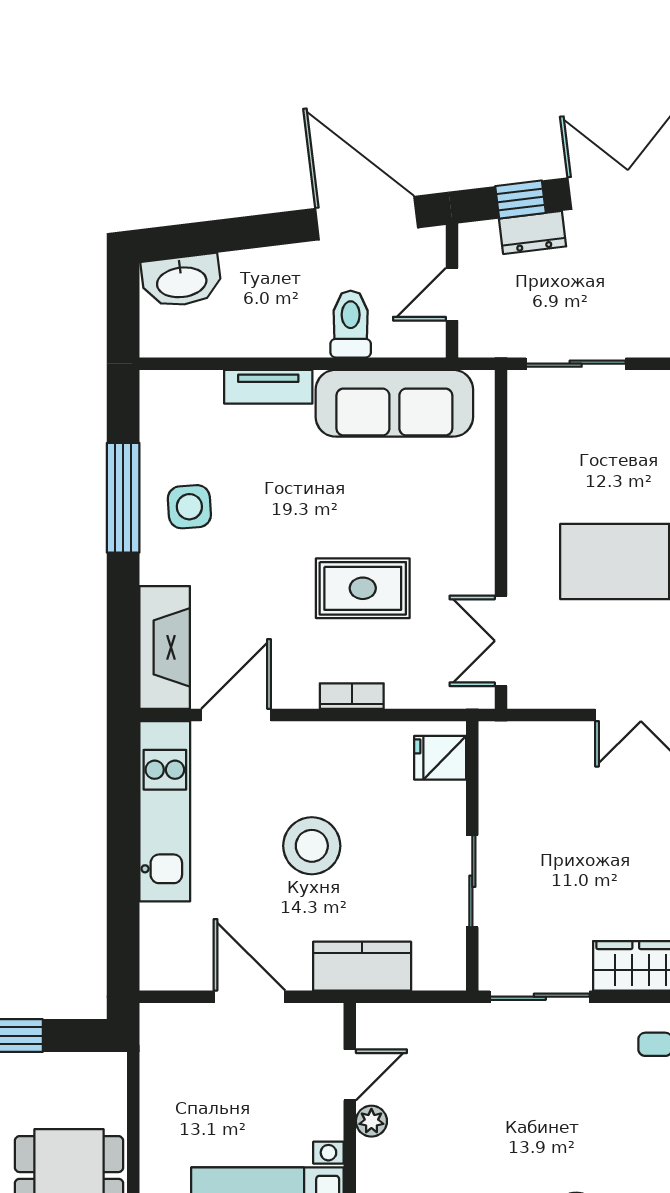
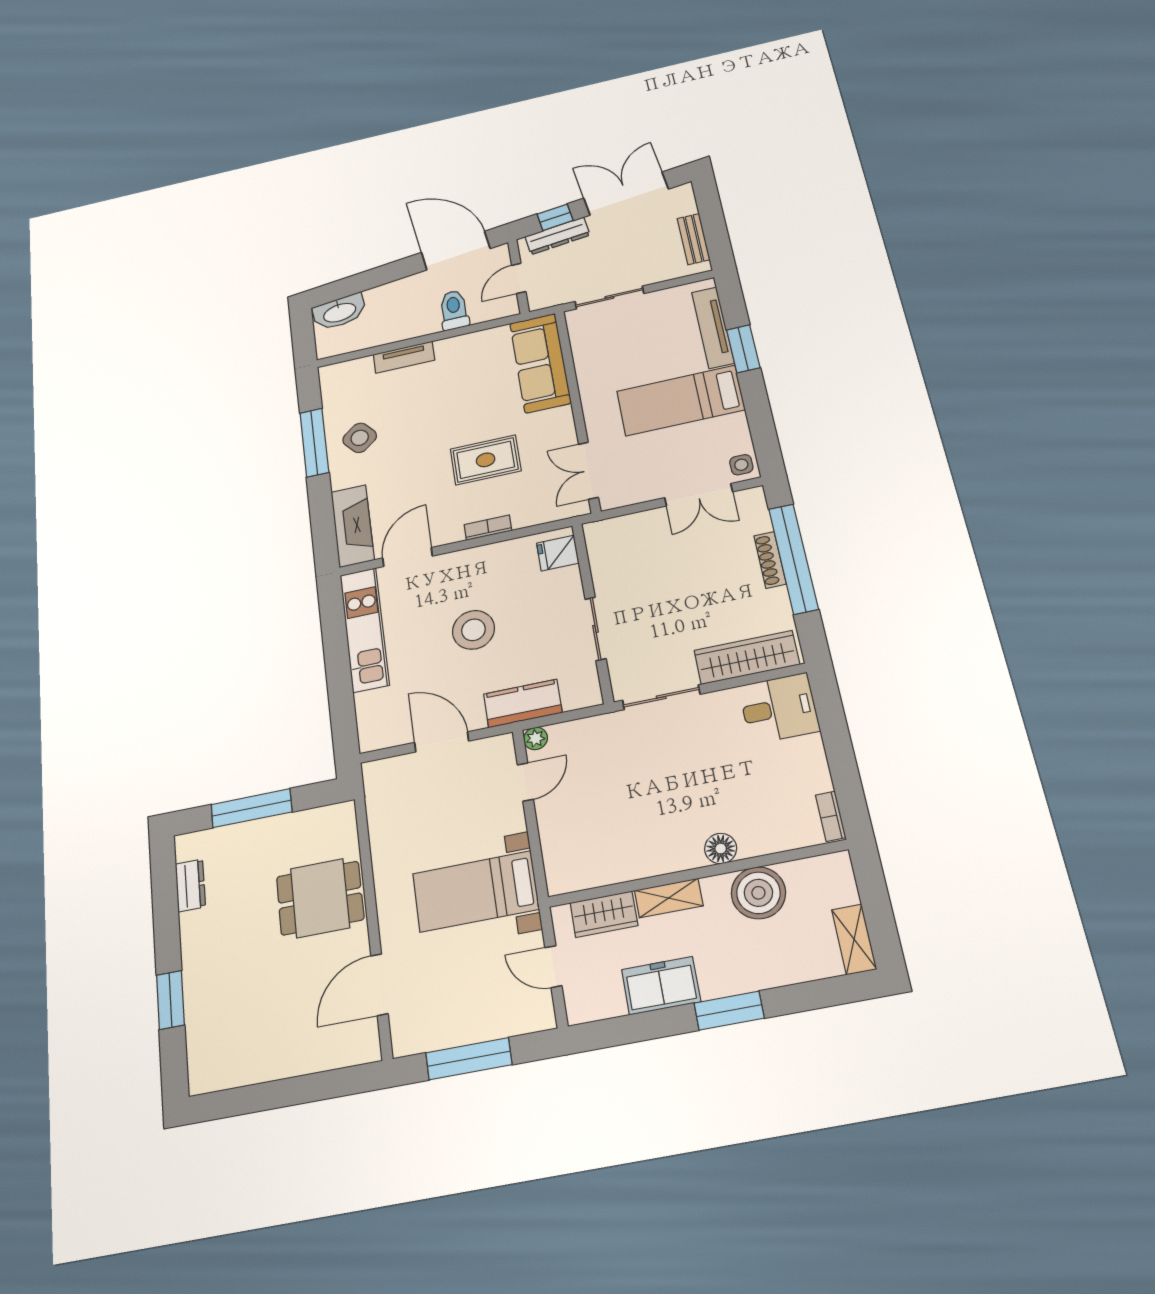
dresser: (533, 232) -> (557, 236), width x1.44
sofa: (394, 403) -> (540, 363), moved, turned 90
side table: (189, 507) -> (360, 438), turned -36
plant: (371, 1121) -> (536, 738), moved

